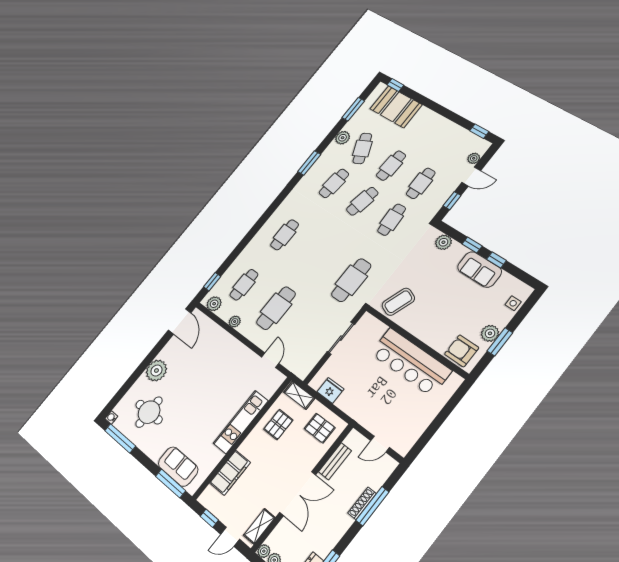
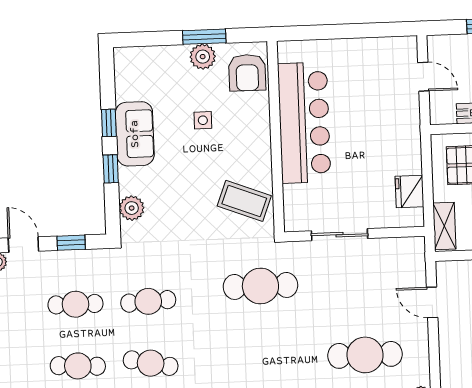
side table: (513, 303) -> (203, 120), moved
door: (270, 360) -> (432, 302), hinge flipped

